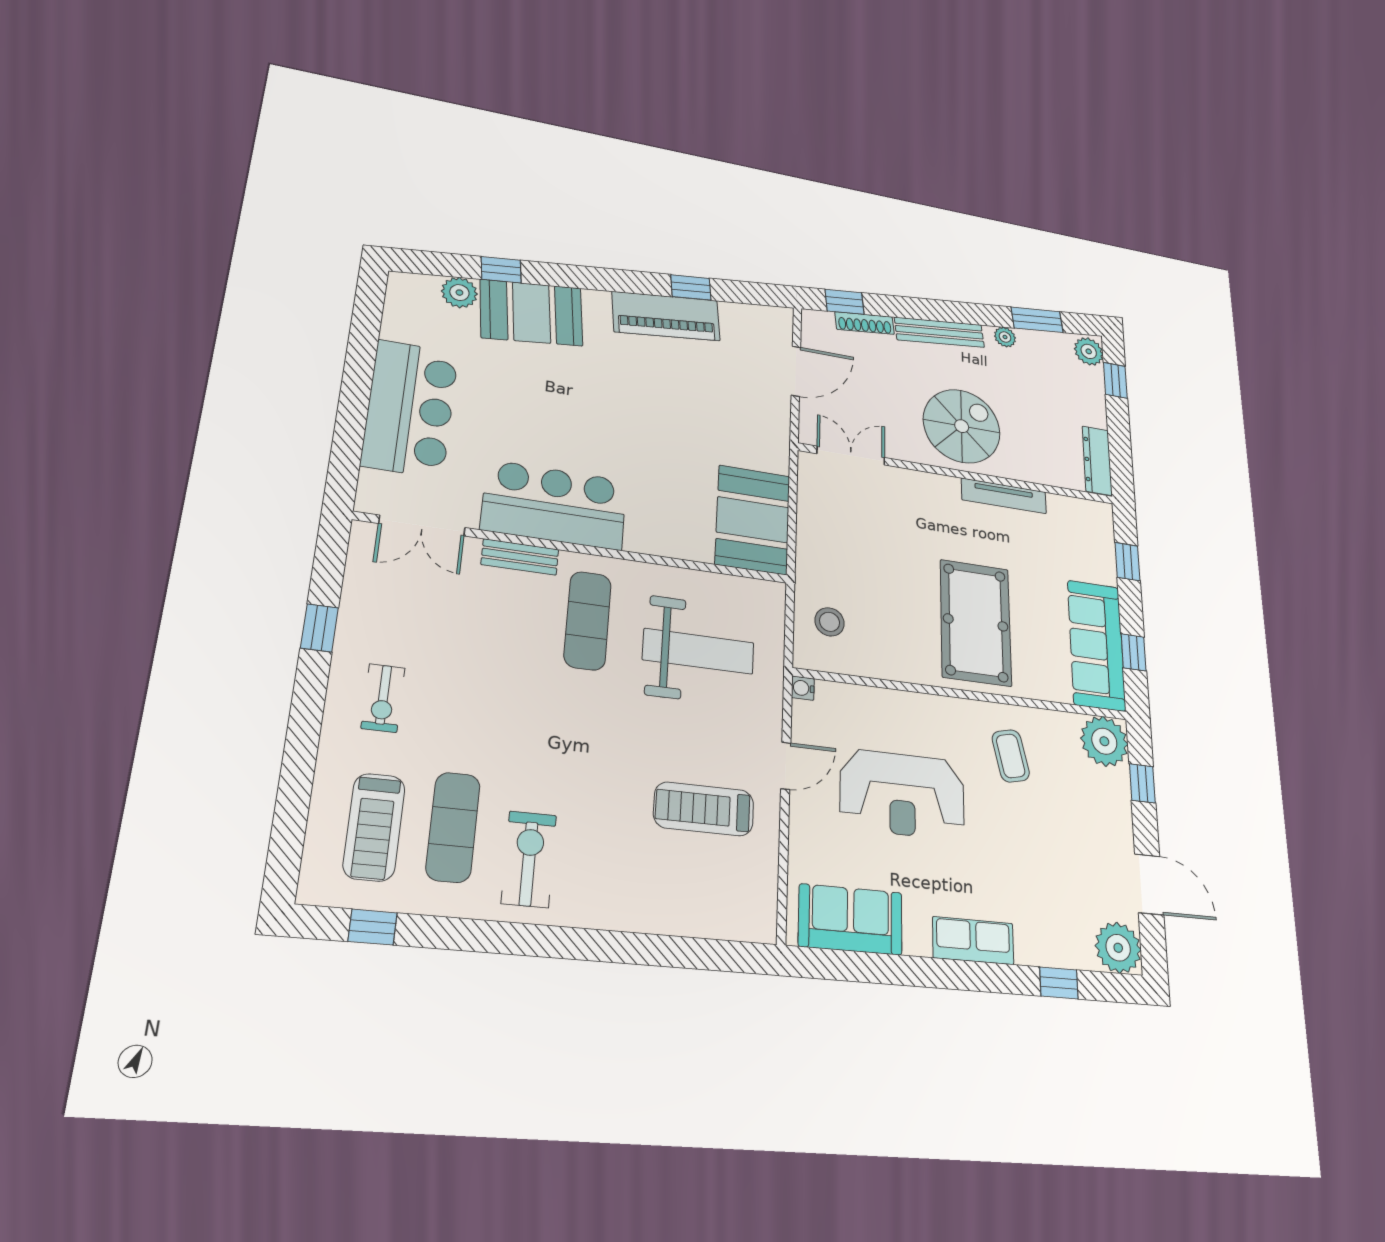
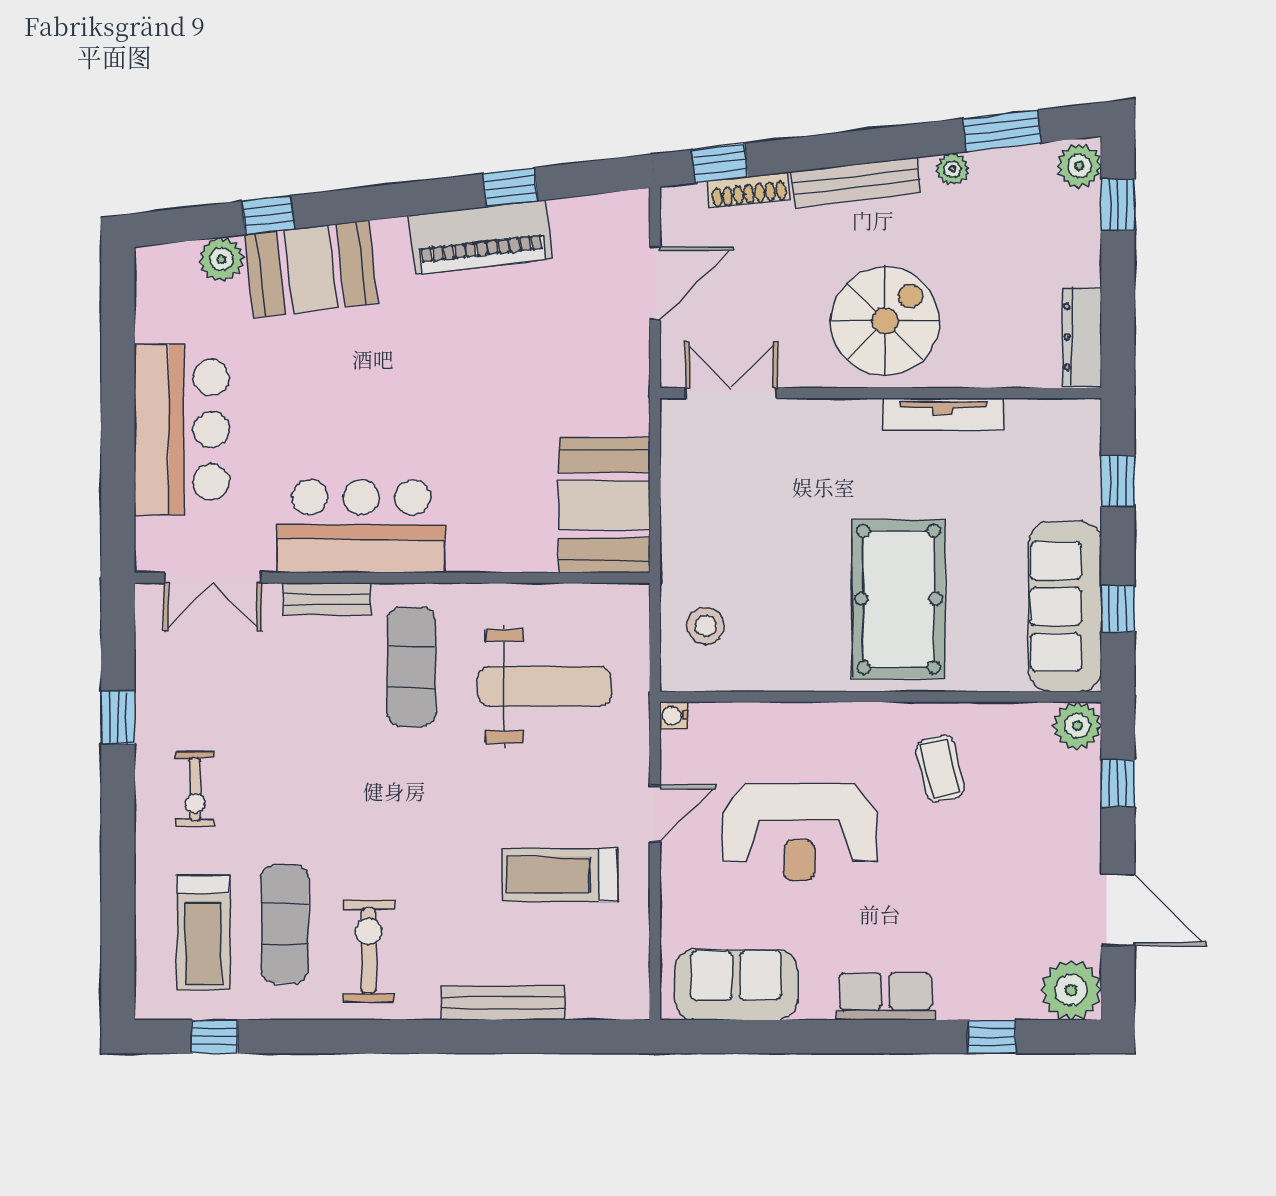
plant: (1104, 741) -> (1077, 726), width x0.73, depth x0.73
bench: (648, 918) -> (503, 1003), added

